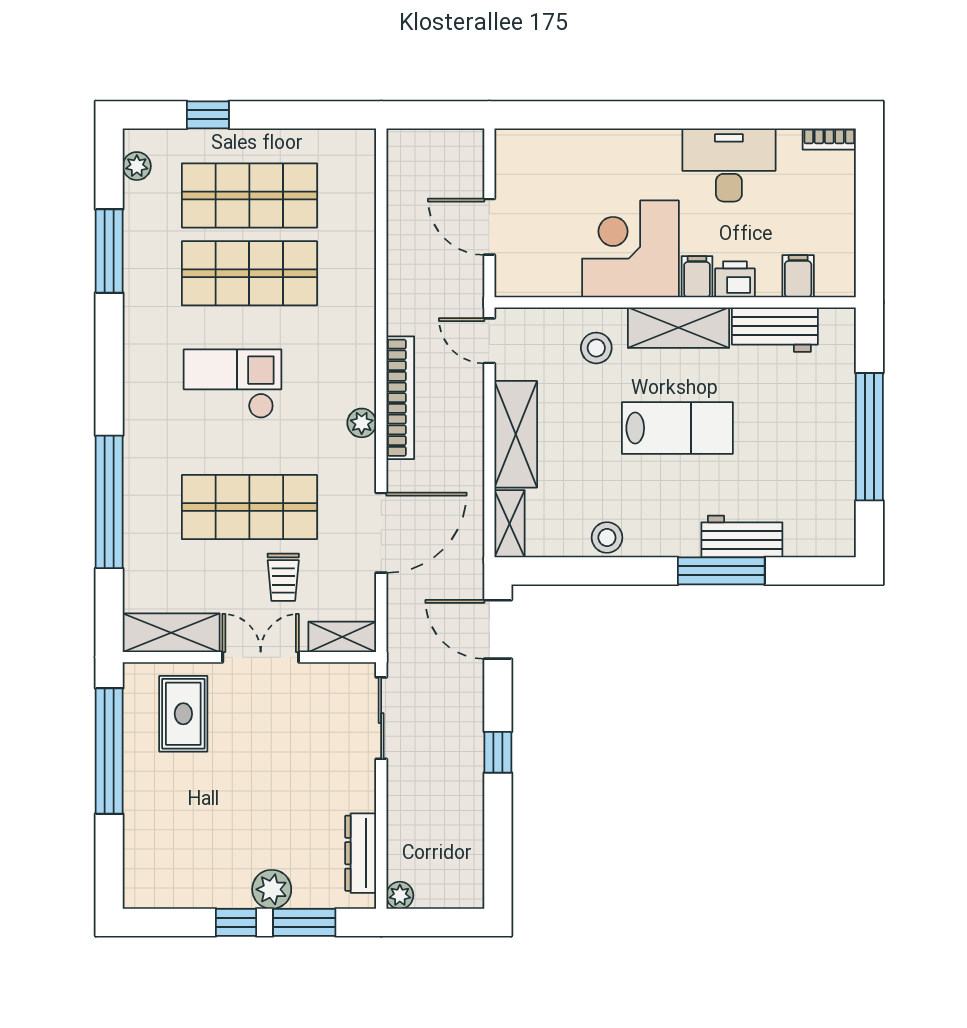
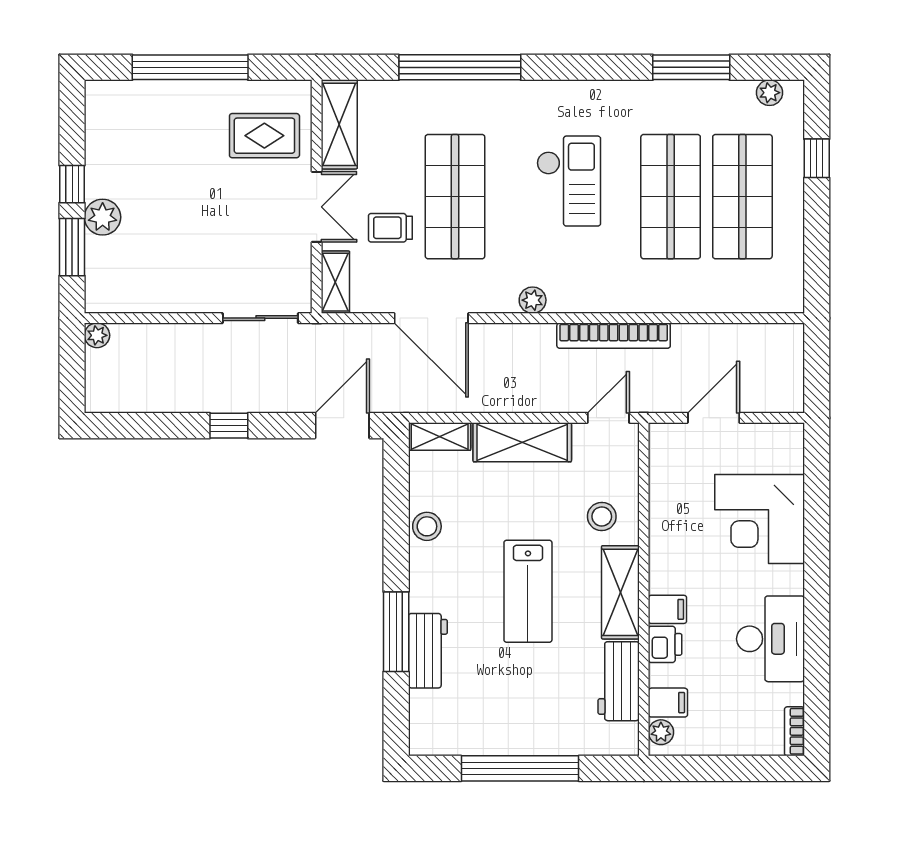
corner desk: (630, 249) -> (760, 519), moved, turned 180
plant: (830, 284) -> (661, 732), added
bookcase: (400, 398) -> (614, 336), moved
window: (109, 751) -> (190, 67), moved
dresser: (361, 853) -> (136, 299), removed

